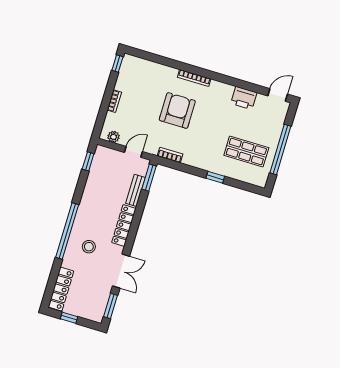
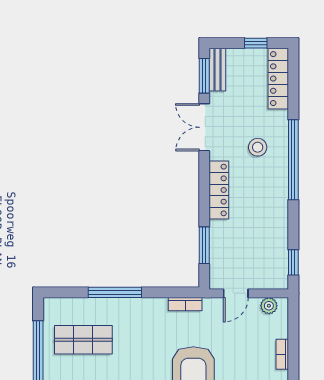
window: (215, 177) -> (115, 292), width x2.17
window: (149, 178) -> (204, 245), moved
bench: (135, 190) -> (217, 70), moved

